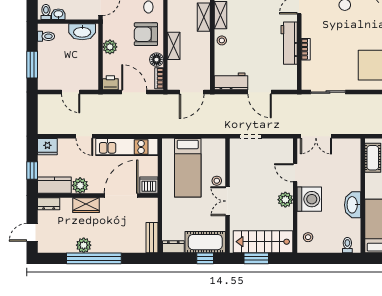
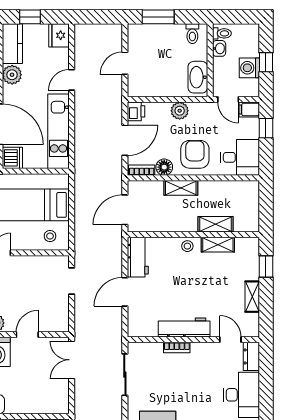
door: (192, 92) -> (125, 210), hinge flipped
stool: (217, 181) -> (50, 236), moved

